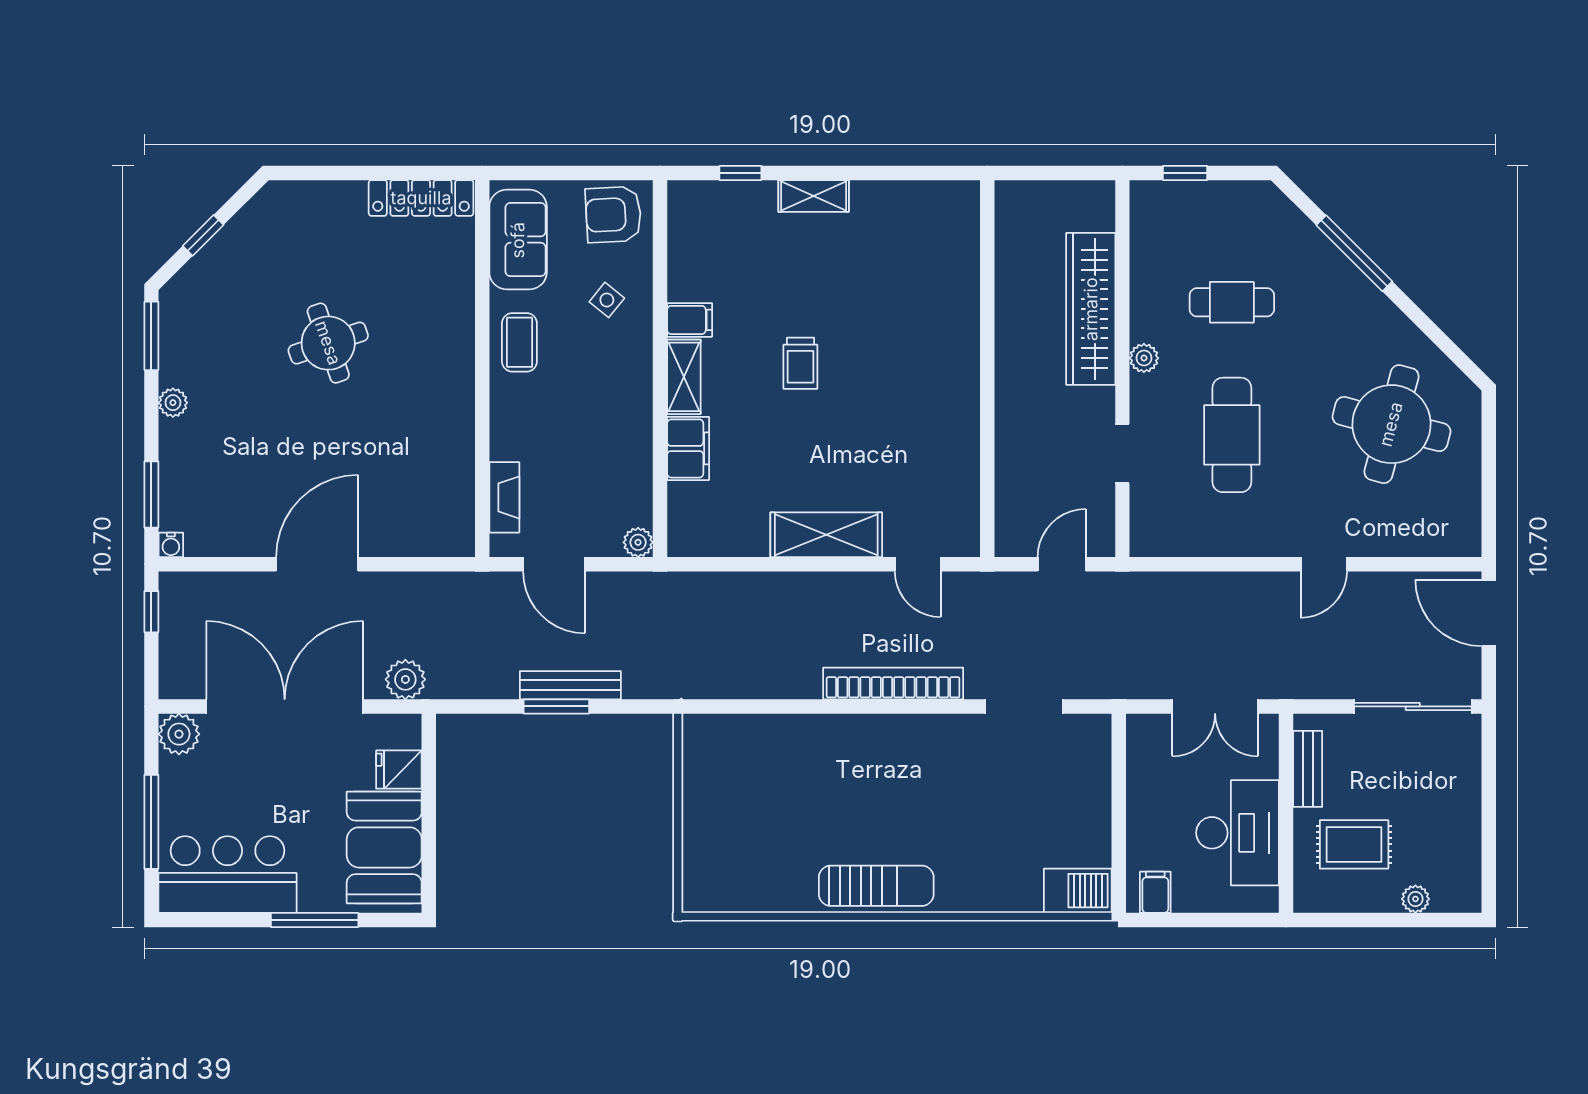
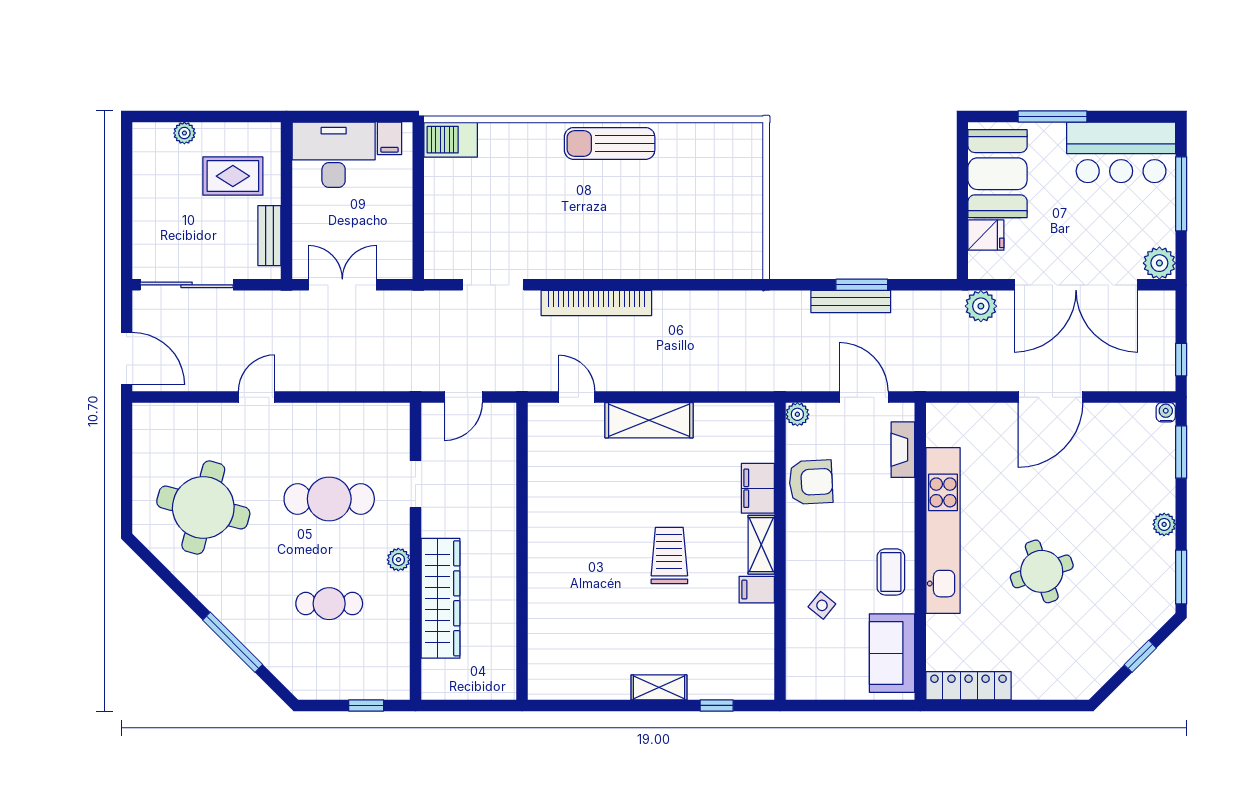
armchair: (613, 215) -> (811, 482), moved
trolley: (800, 363) -> (669, 556), width x1.36, depth x1.39
kitchen unit: (453, 395) -> (943, 530), added
cafe table: (1232, 435) -> (329, 499), turned 90
desk: (1238, 833) -> (334, 155), moved, turned 90

